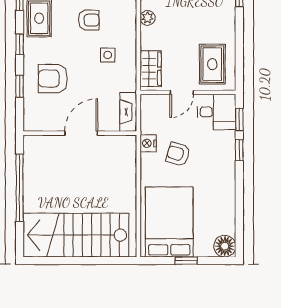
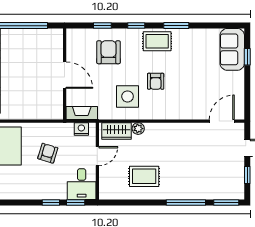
plant: (148, 18) -> (138, 129), moved
side table: (108, 55) -> (128, 96), width x1.87, depth x1.87
rug: (212, 64) -> (144, 176), moved
door: (182, 92) -> (97, 156), swing flipped
nightstand: (148, 143) -> (81, 129), moved

